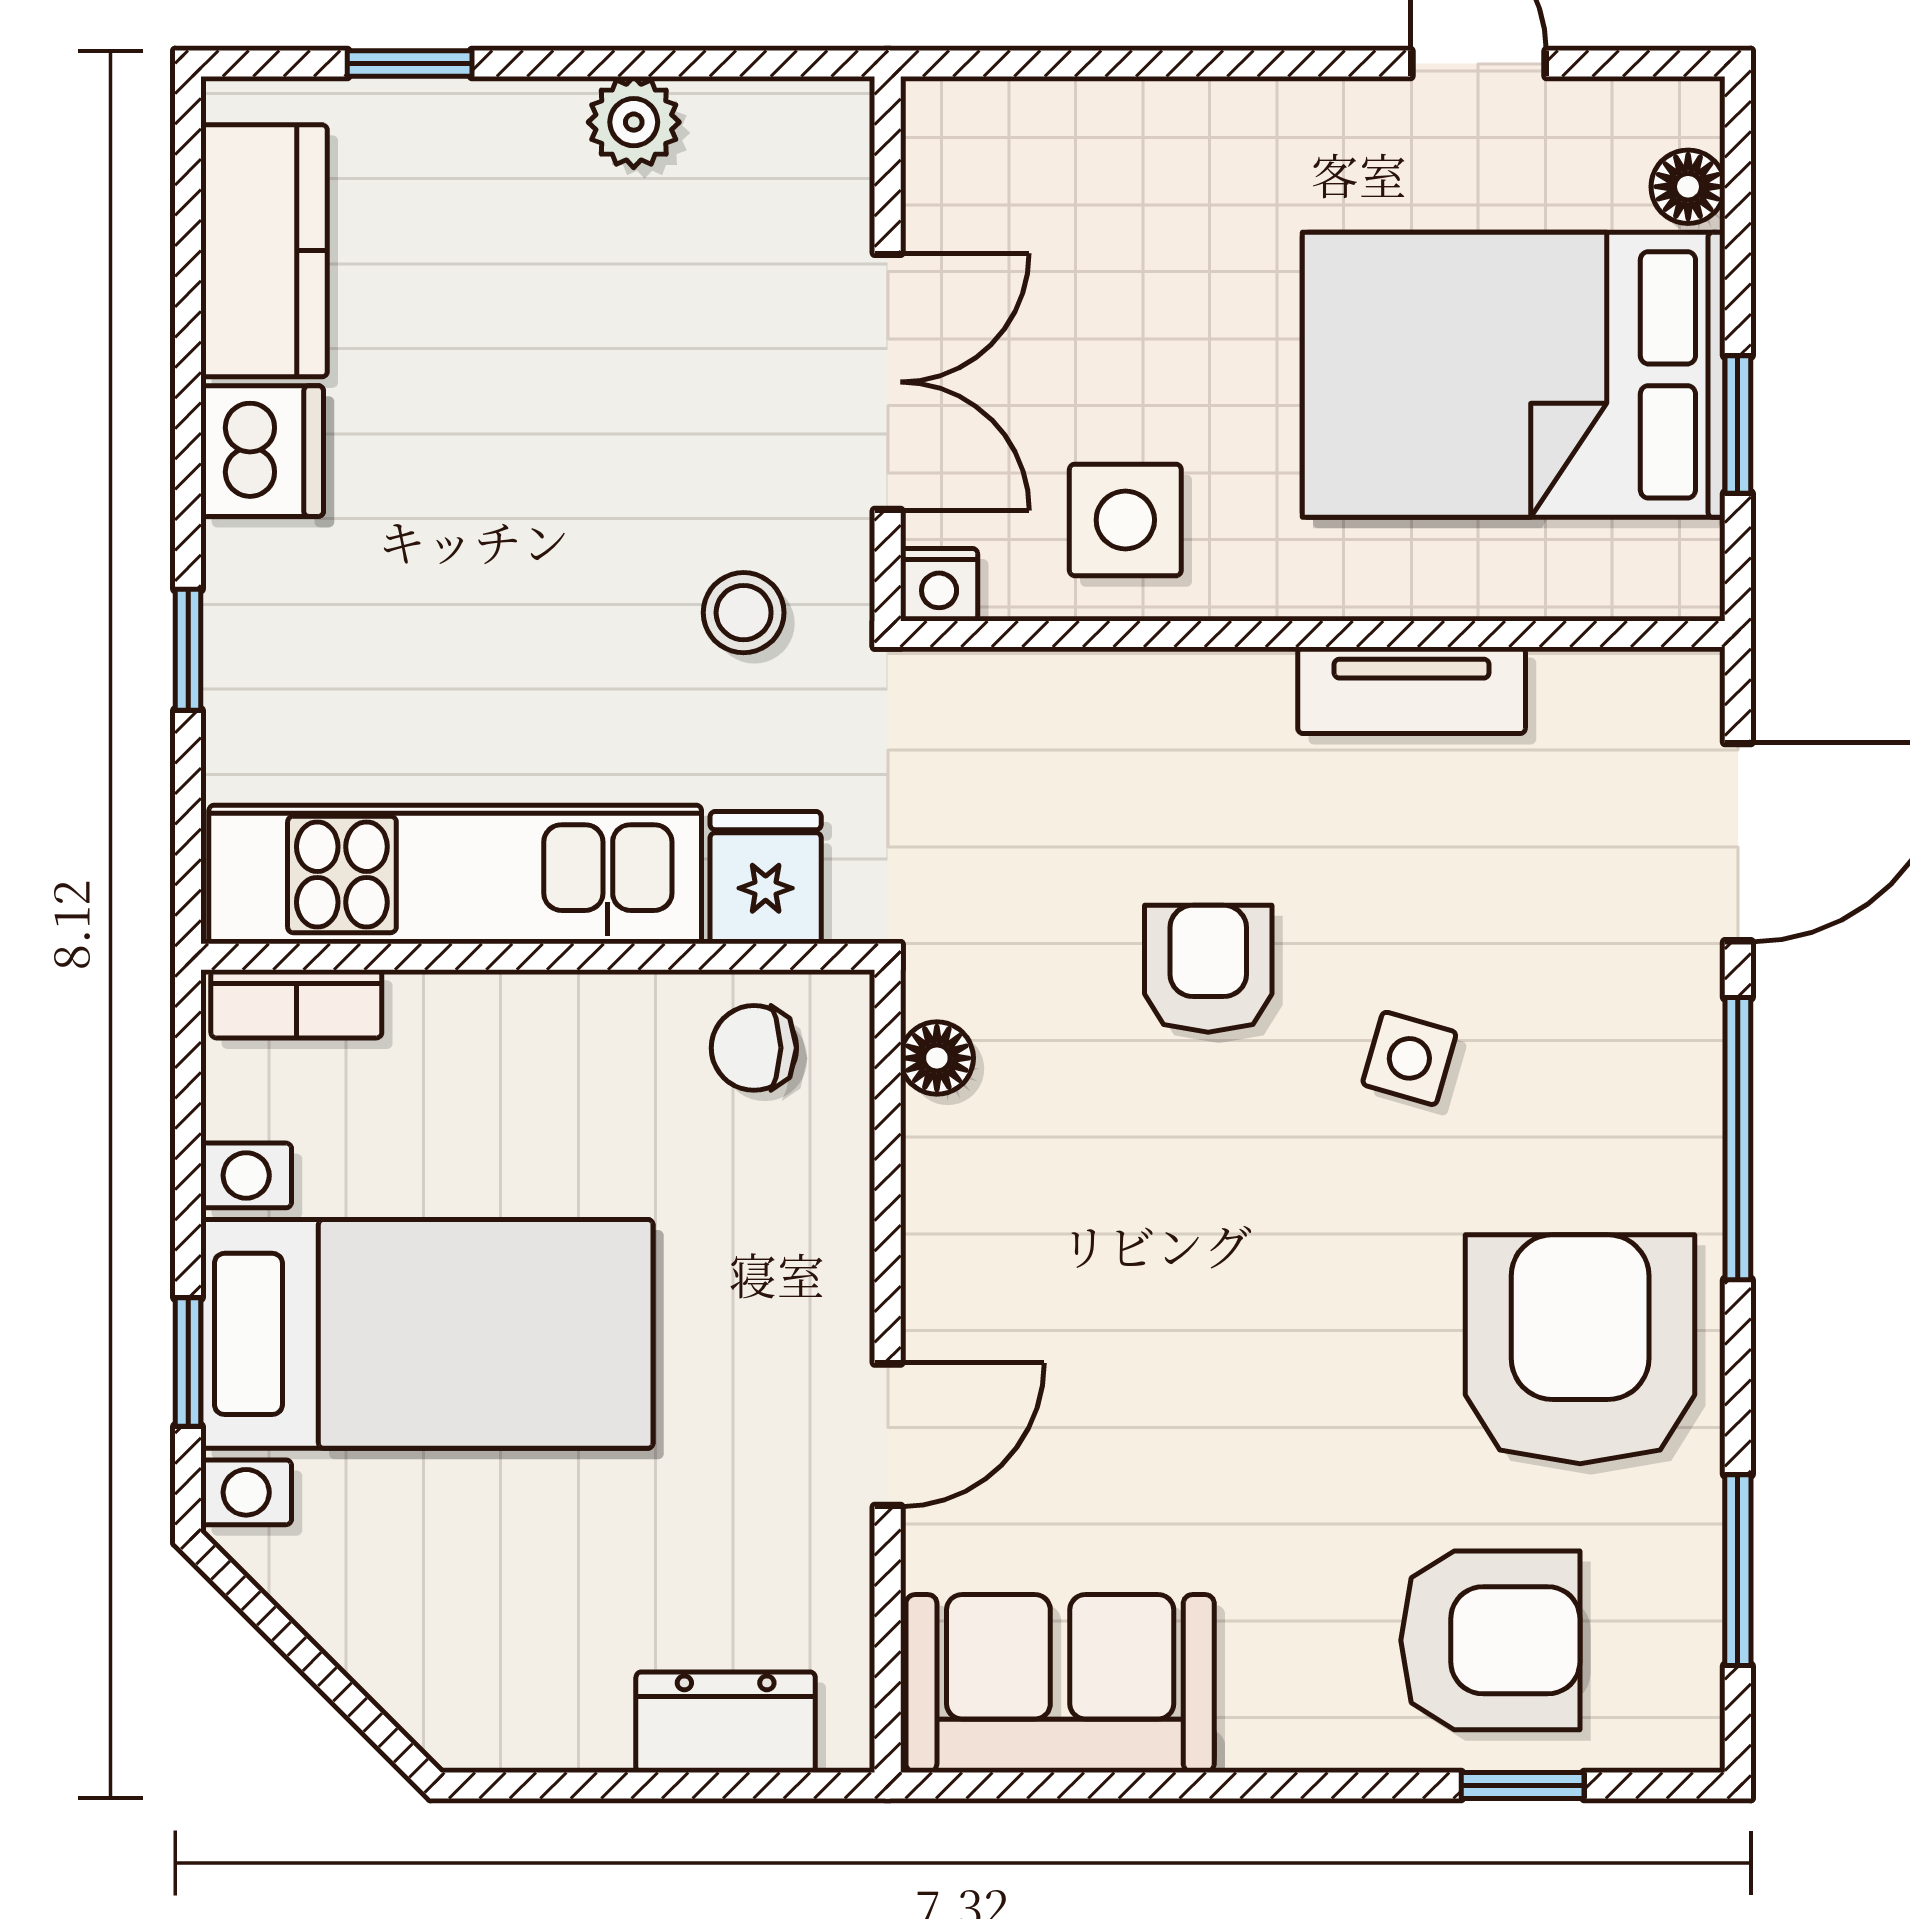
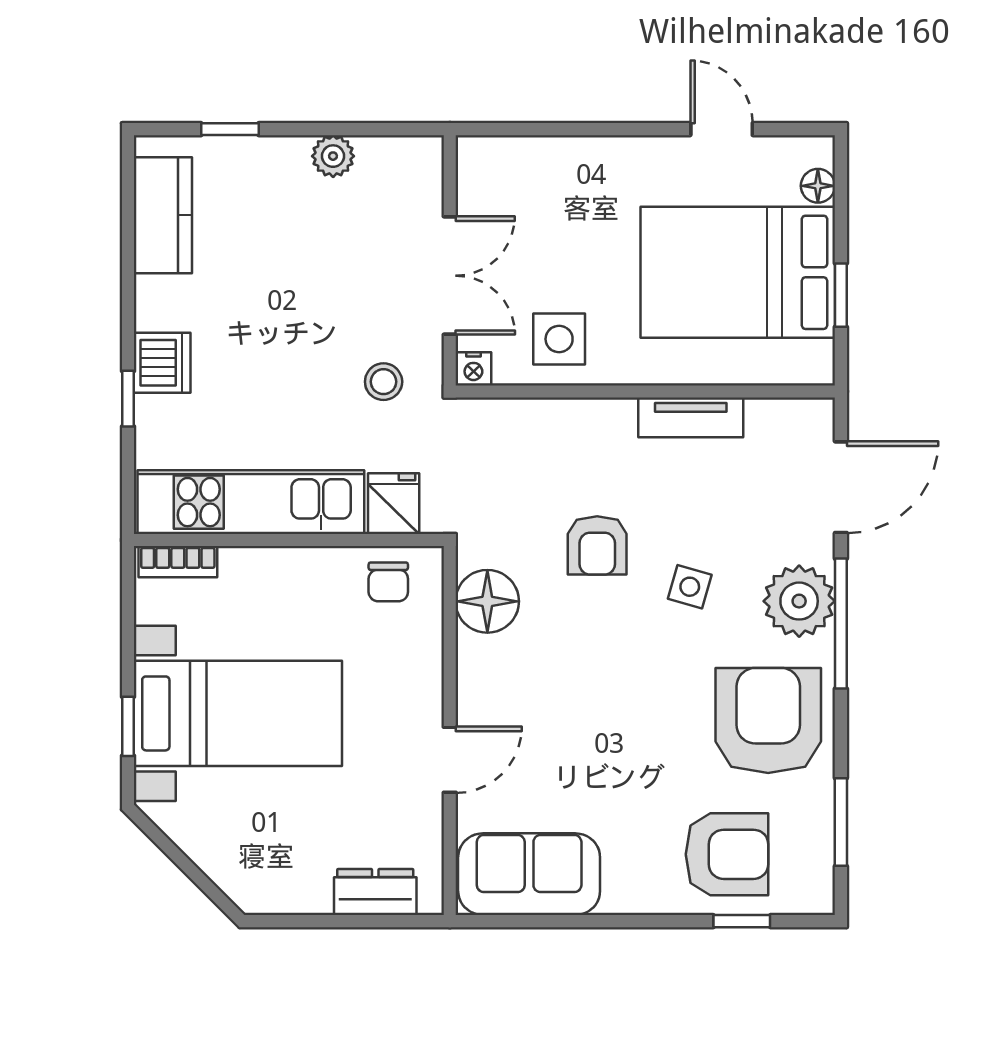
dishwasher: (262, 451) -> (162, 363), moved
armchair: (1208, 969) -> (597, 545), turned 180
chair: (754, 1048) -> (388, 582), turned -90
floor lamp: (937, 1058) -> (487, 601), width x1.89, depth x1.89
plant: (1647, 1090) -> (799, 601), added

